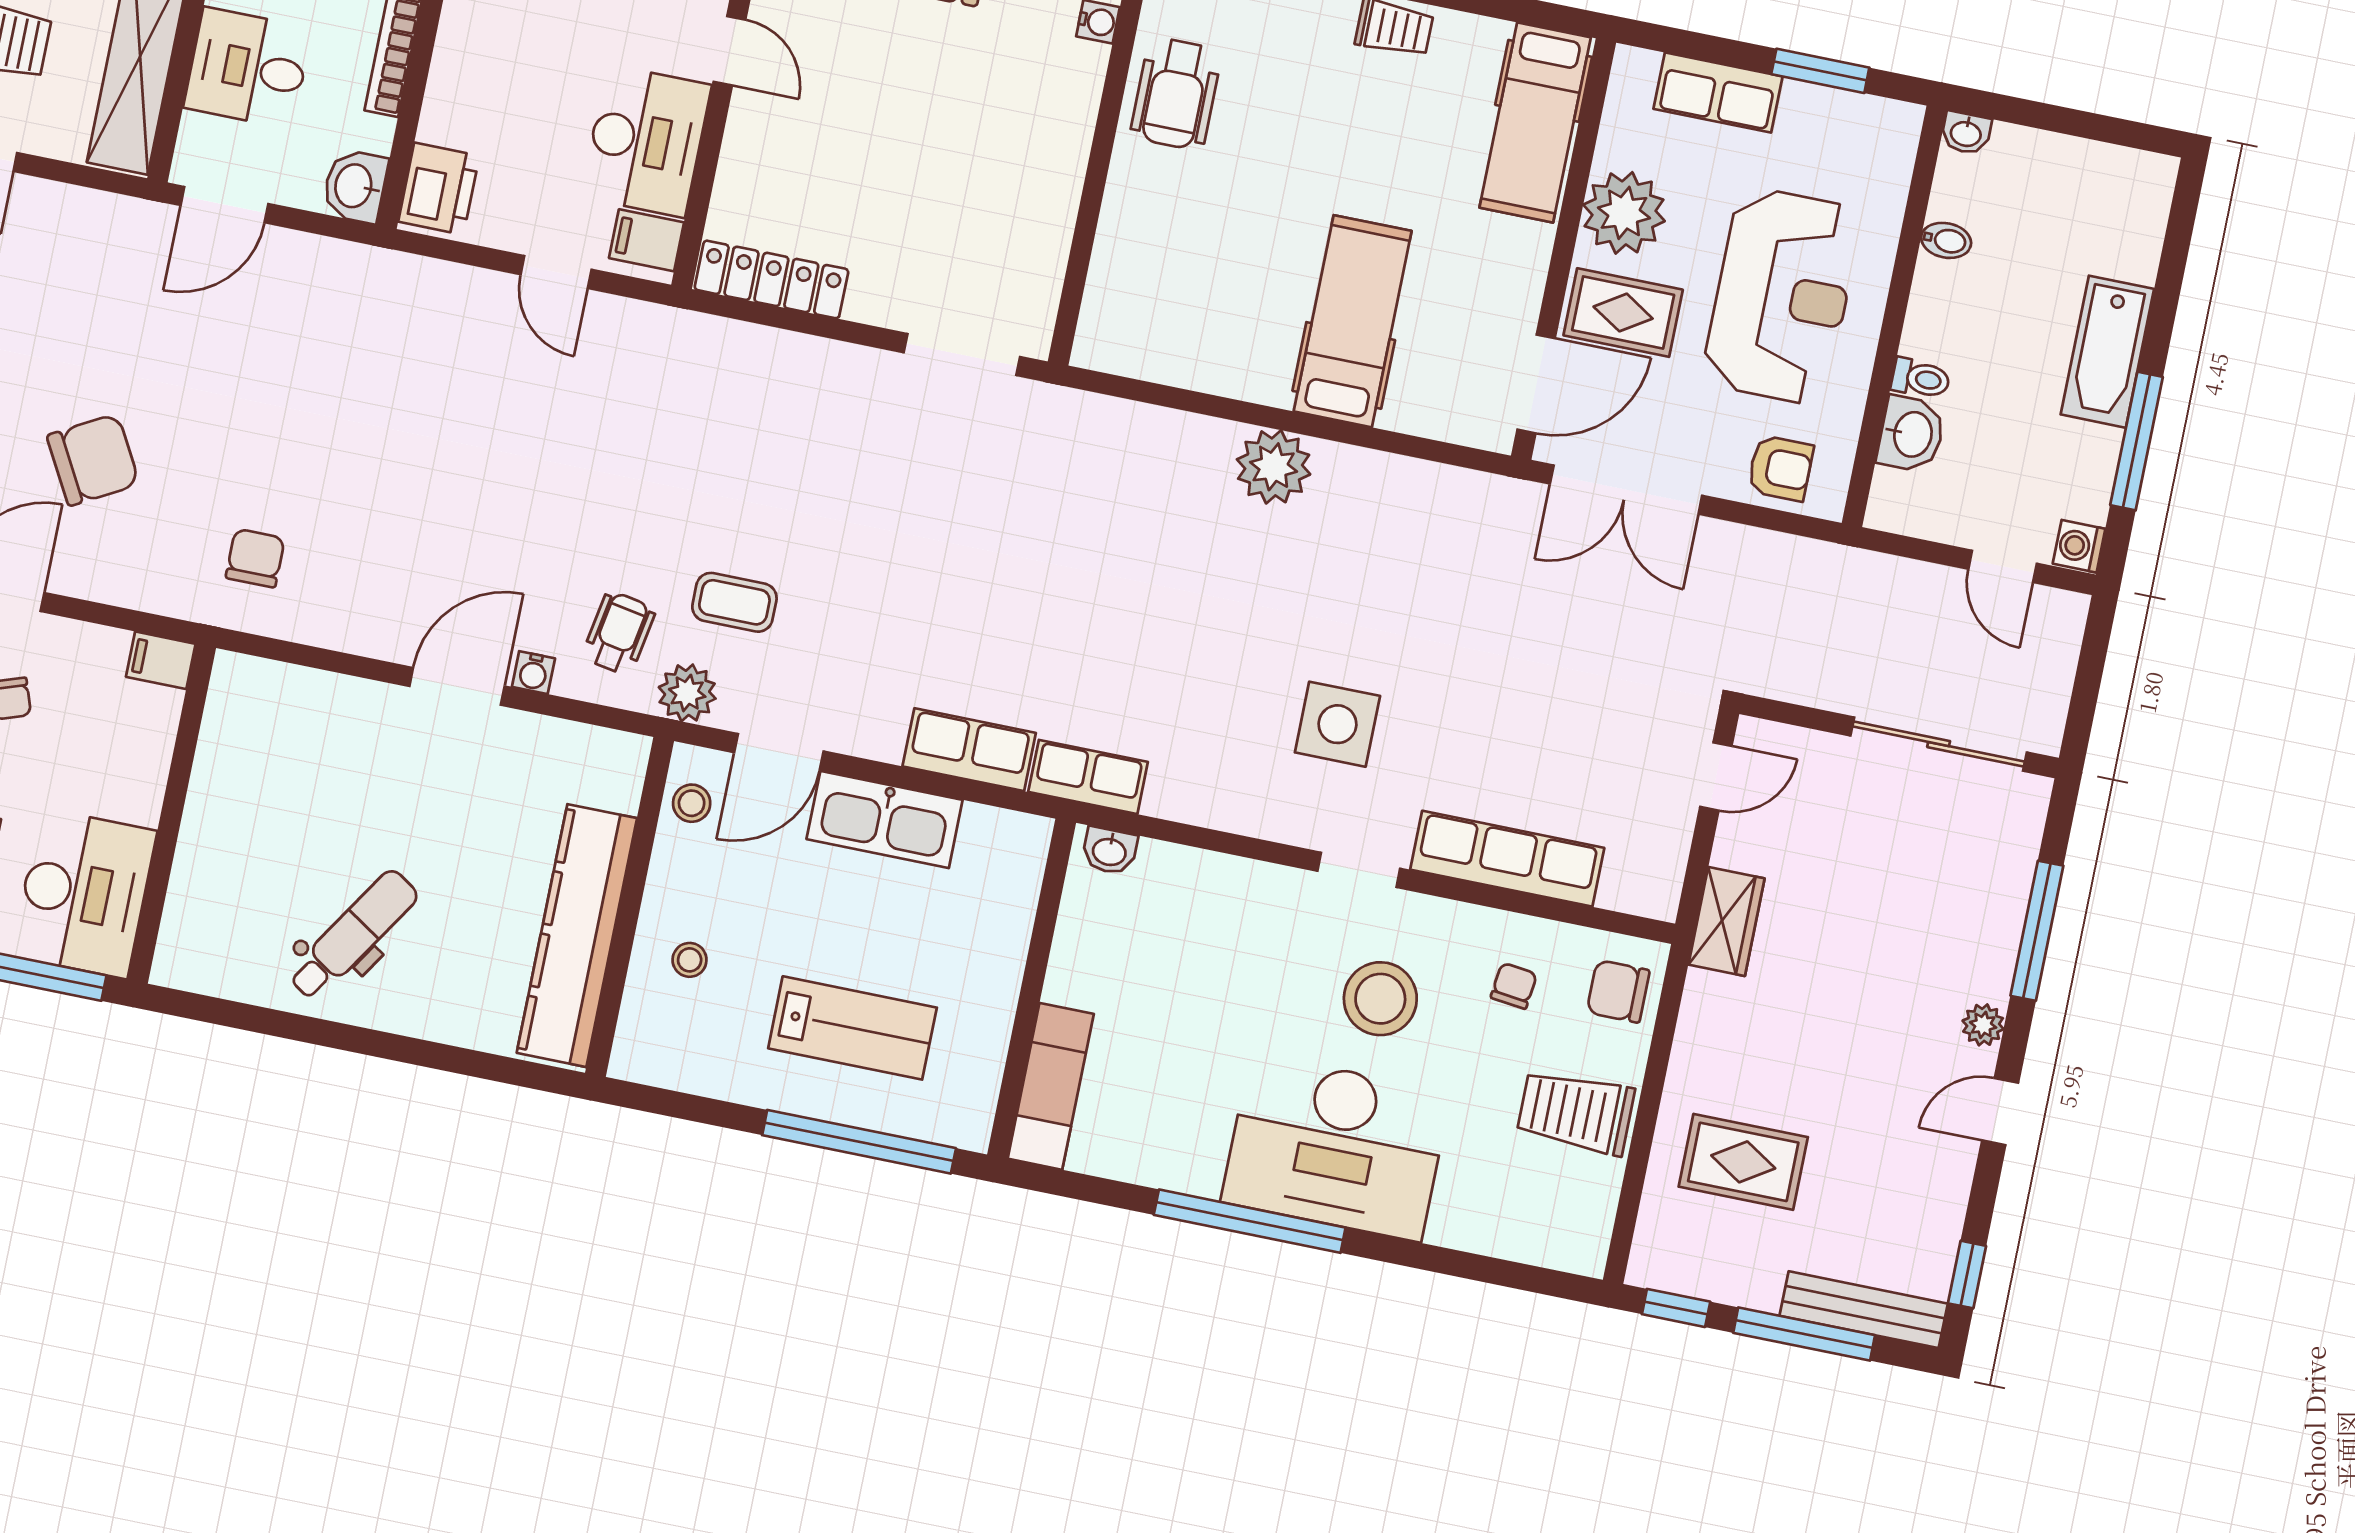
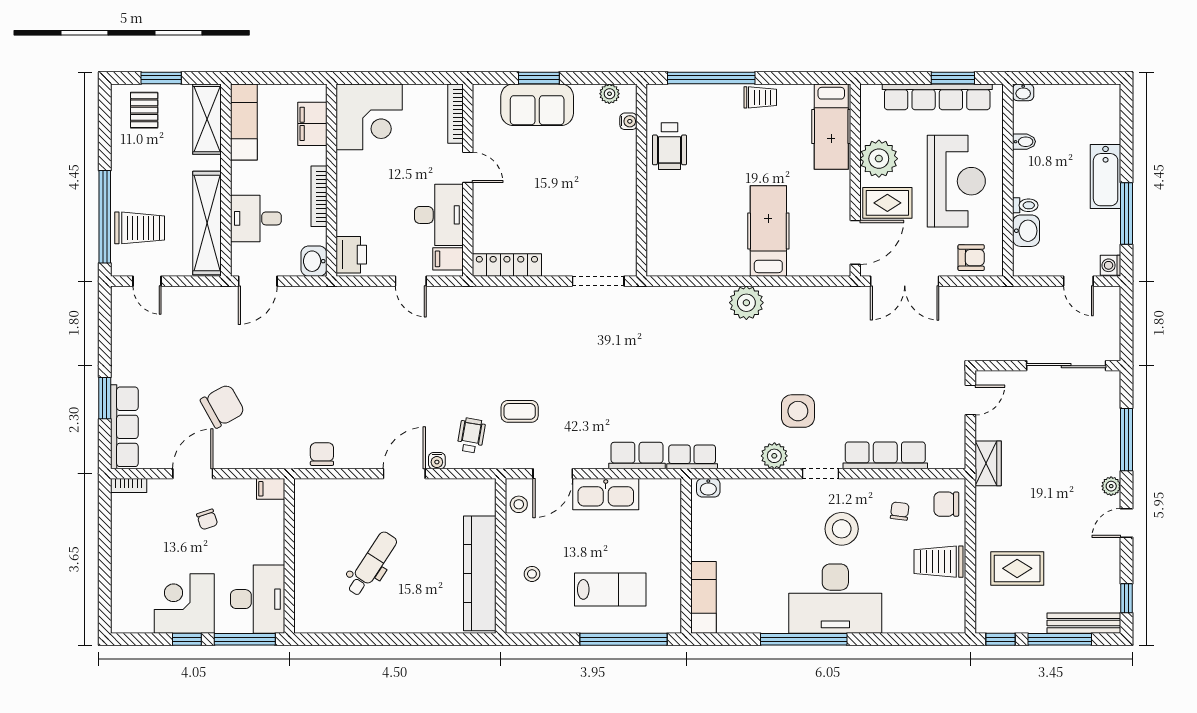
row of seats: (1718, 93) -> (937, 97), width x2.02
chair: (255, 558) -> (322, 454), moved
plant: (687, 693) -> (774, 456), moved
dental chair: (353, 935) -> (372, 564), moved

